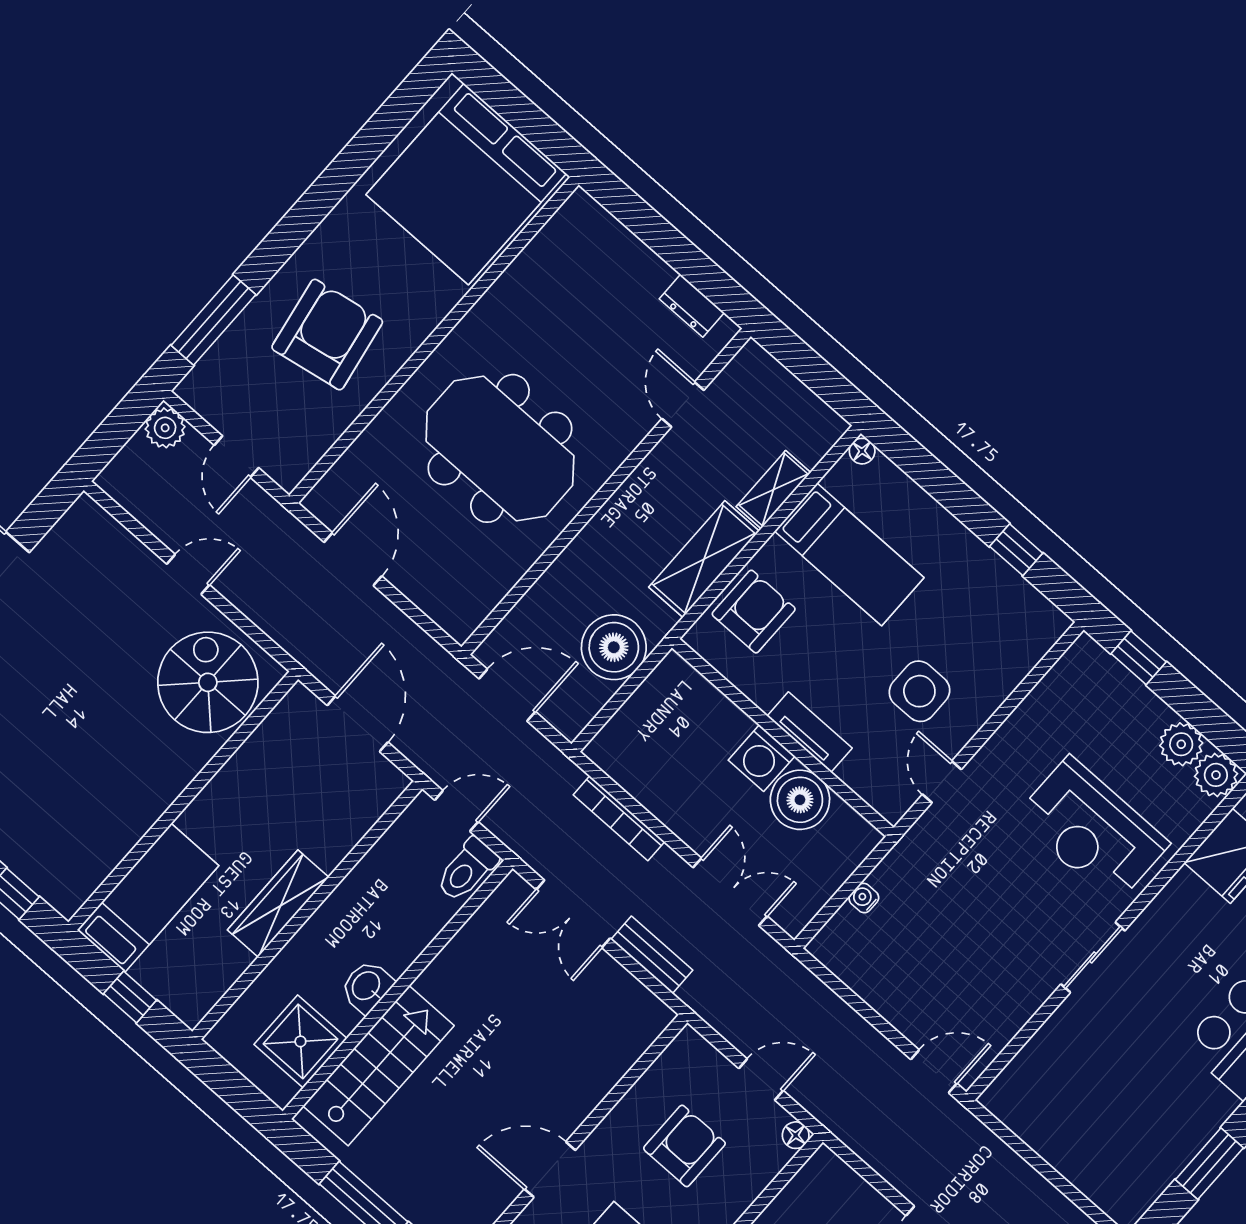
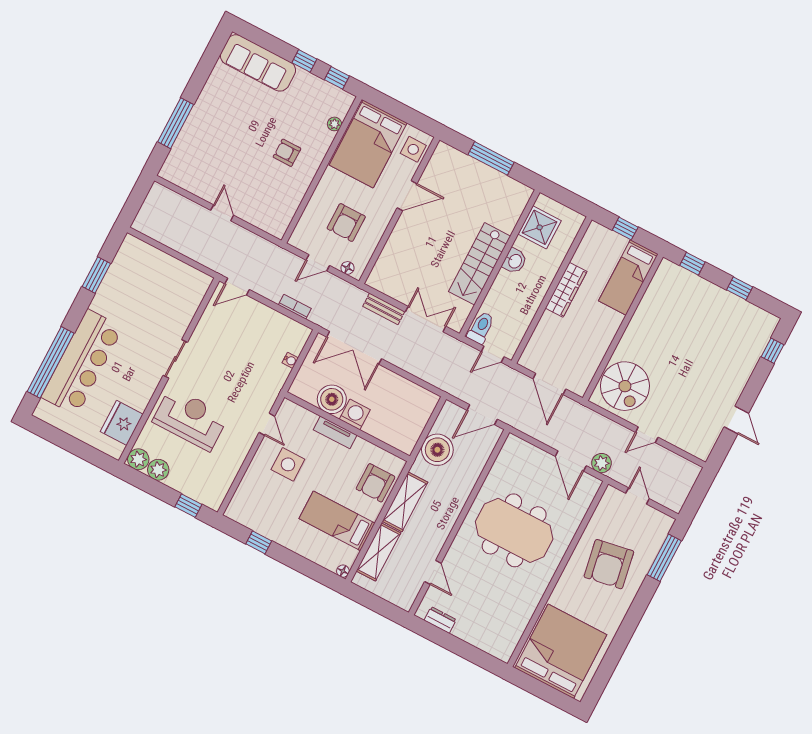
plant: (165, 428) -> (602, 463), moved
shelving: (773, 490) -> (378, 552), width x1.50, depth x1.33
bookcase: (619, 818) -> (295, 307), moved, width x0.64
double door: (730, 892) -> (354, 348), width x1.37
stairs: (379, 1066) -> (480, 264), moved
floor lamp: (796, 1135) -> (347, 268), moved

